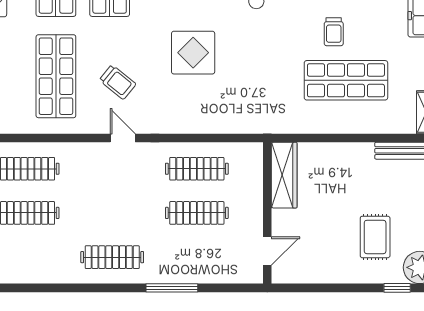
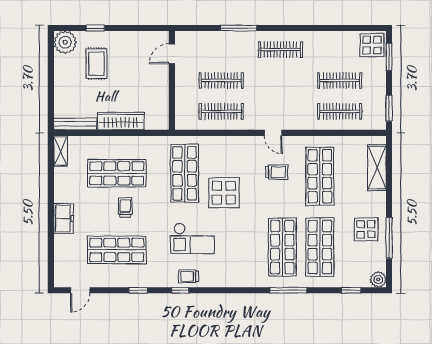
shop shelf: (249, 80) -> (185, 173), added
trolley: (118, 82) -> (277, 172), turned 141
wardrobe: (284, 175) -> (121, 121), moved, turned 90
window: (397, 288) -> (95, 28), moved

